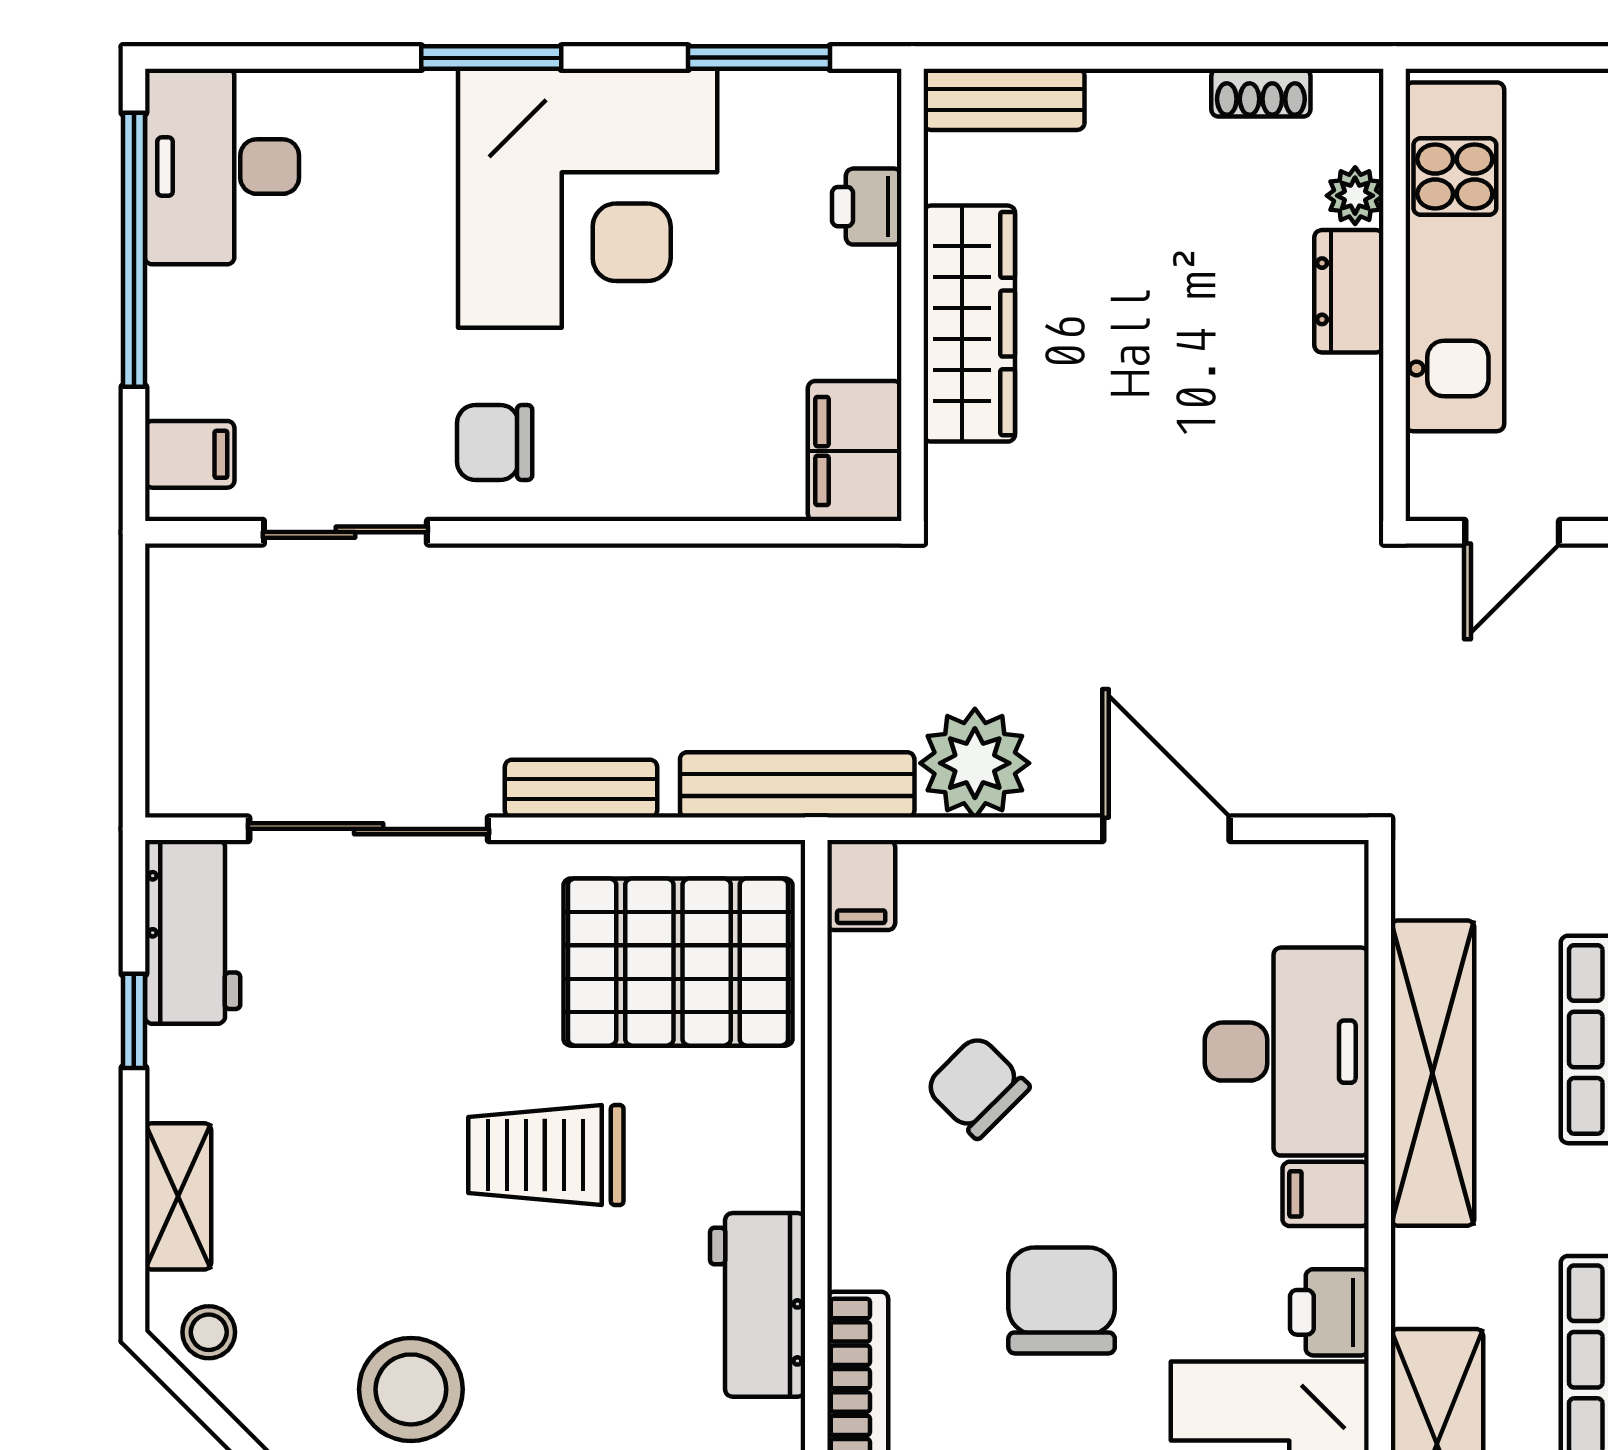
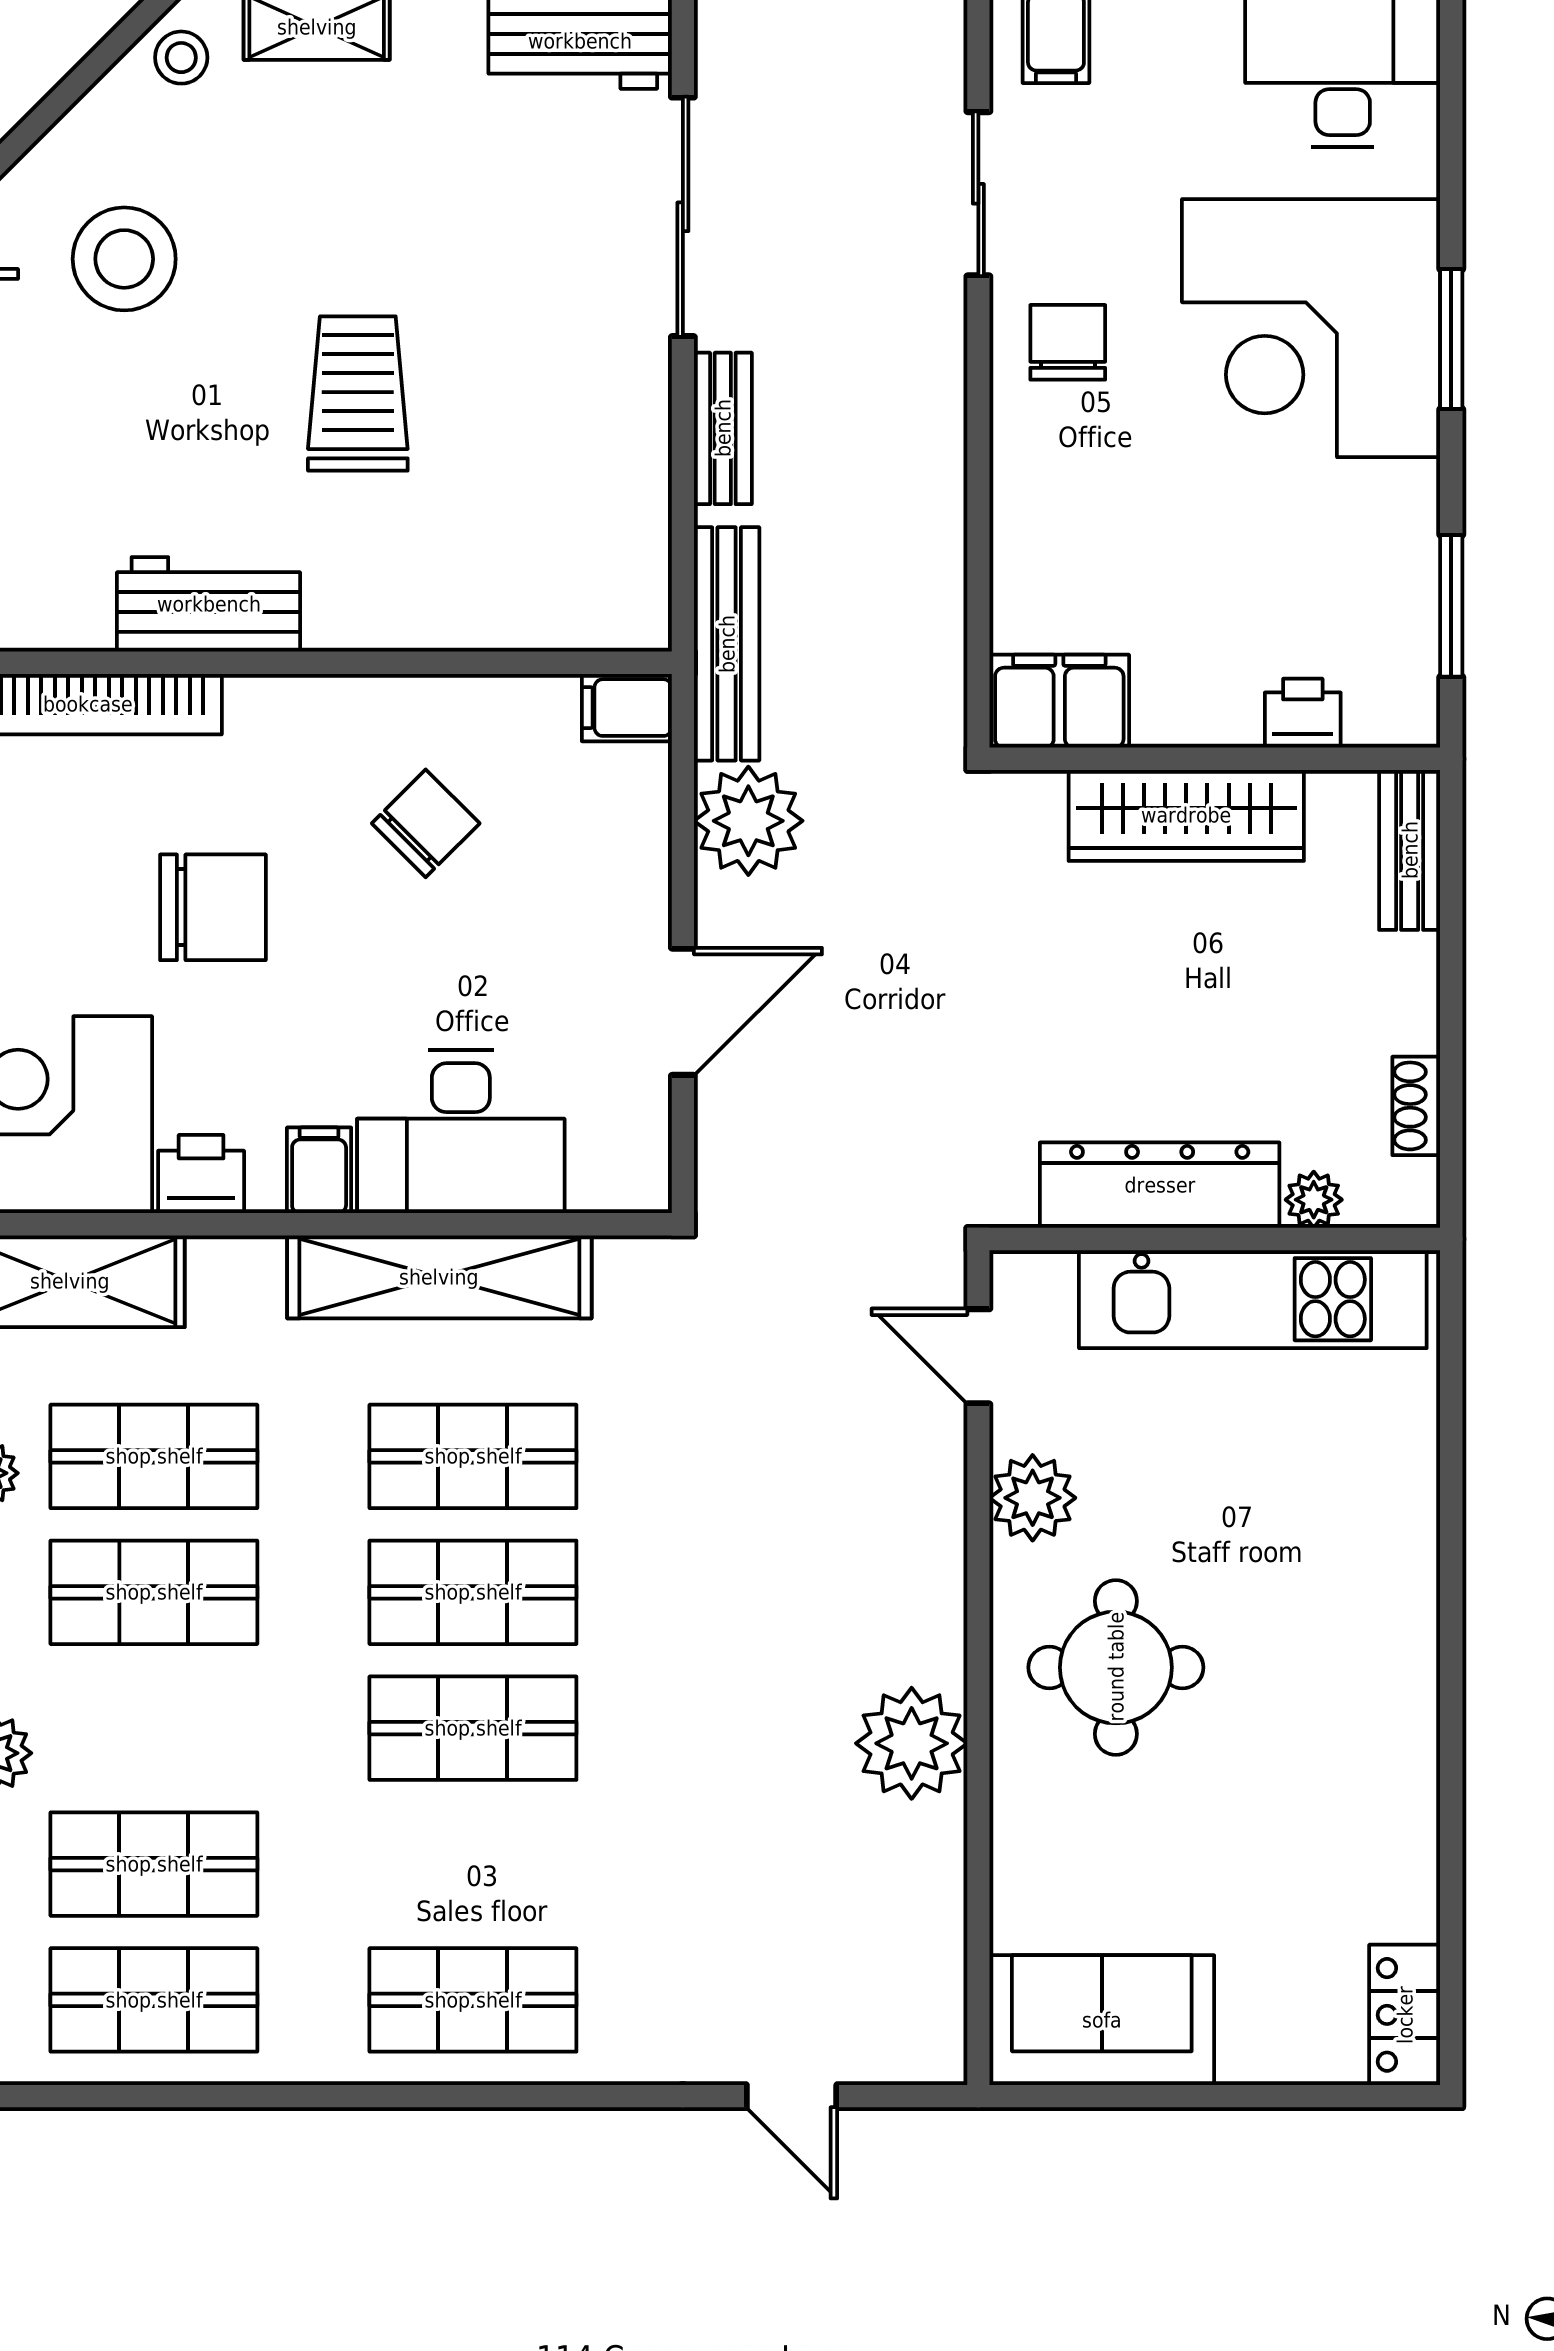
corner desk: (588, 198) -> (1311, 328), moved
dresser: (1349, 291) -> (1160, 1185), width x1.96, depth x1.24
pallet: (678, 962) -> (550, 525), removed

